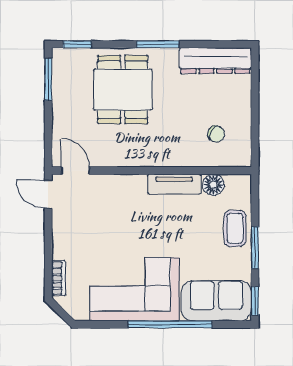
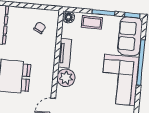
floor lamp: (213, 185) -> (68, 17), moved
plant: (129, 190) -> (66, 78), added

